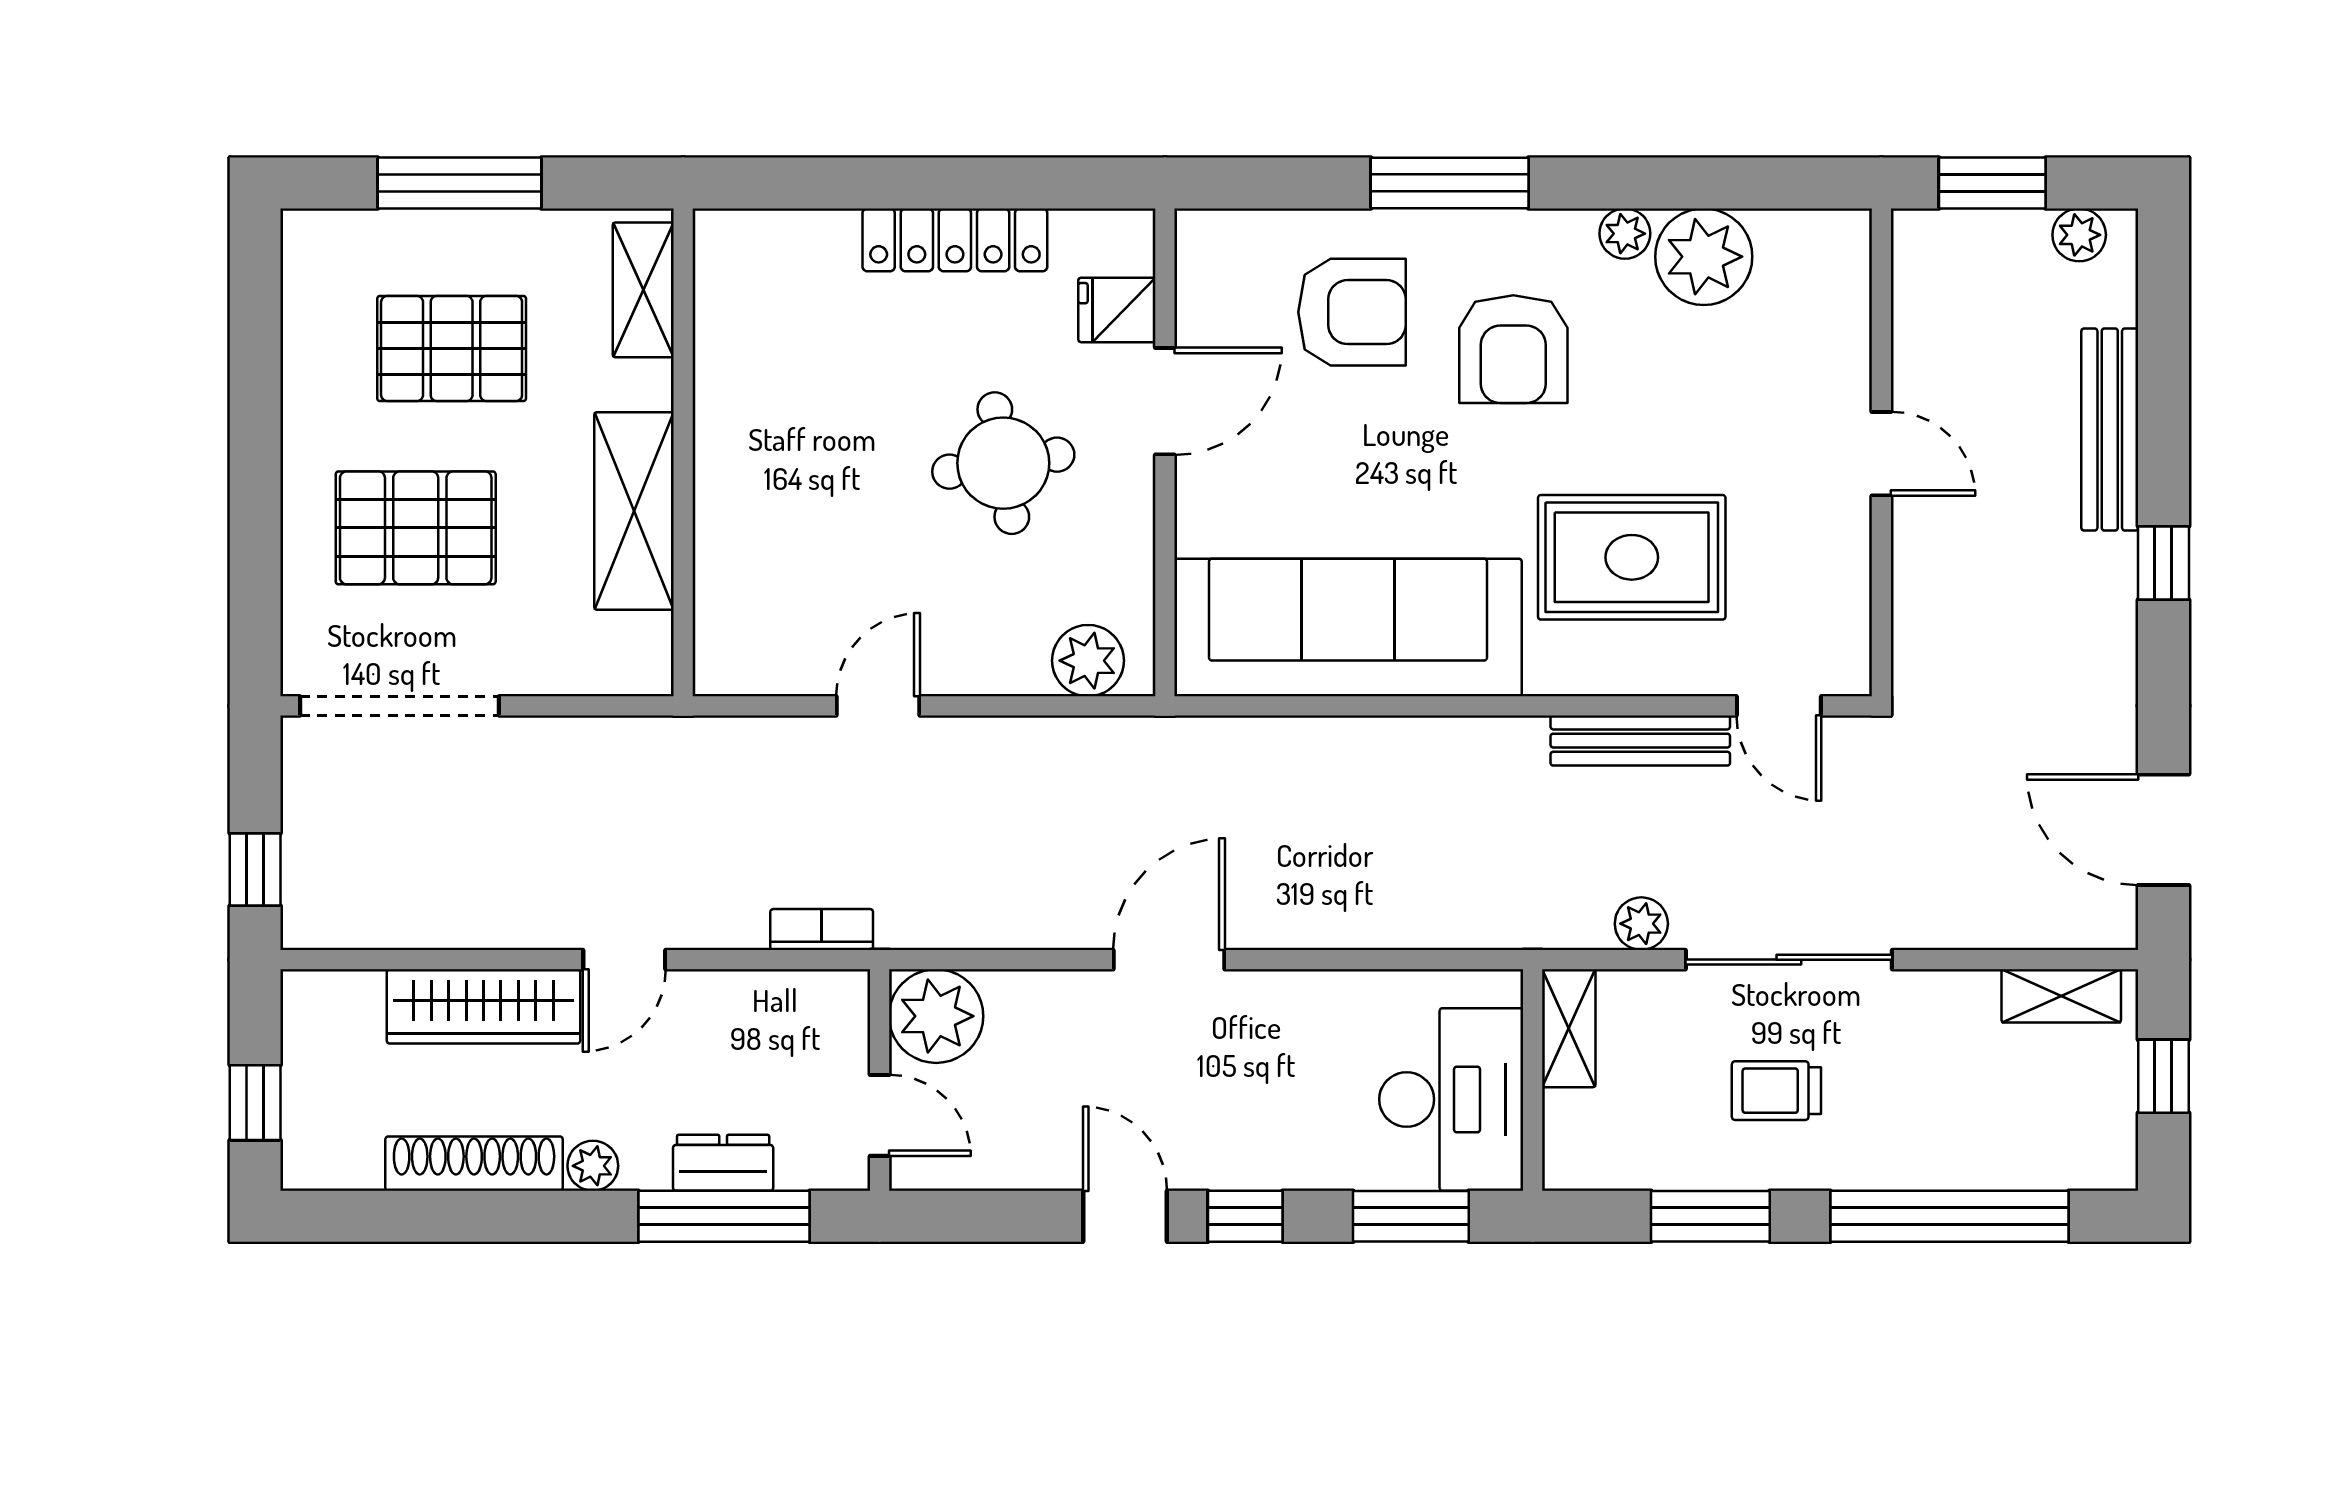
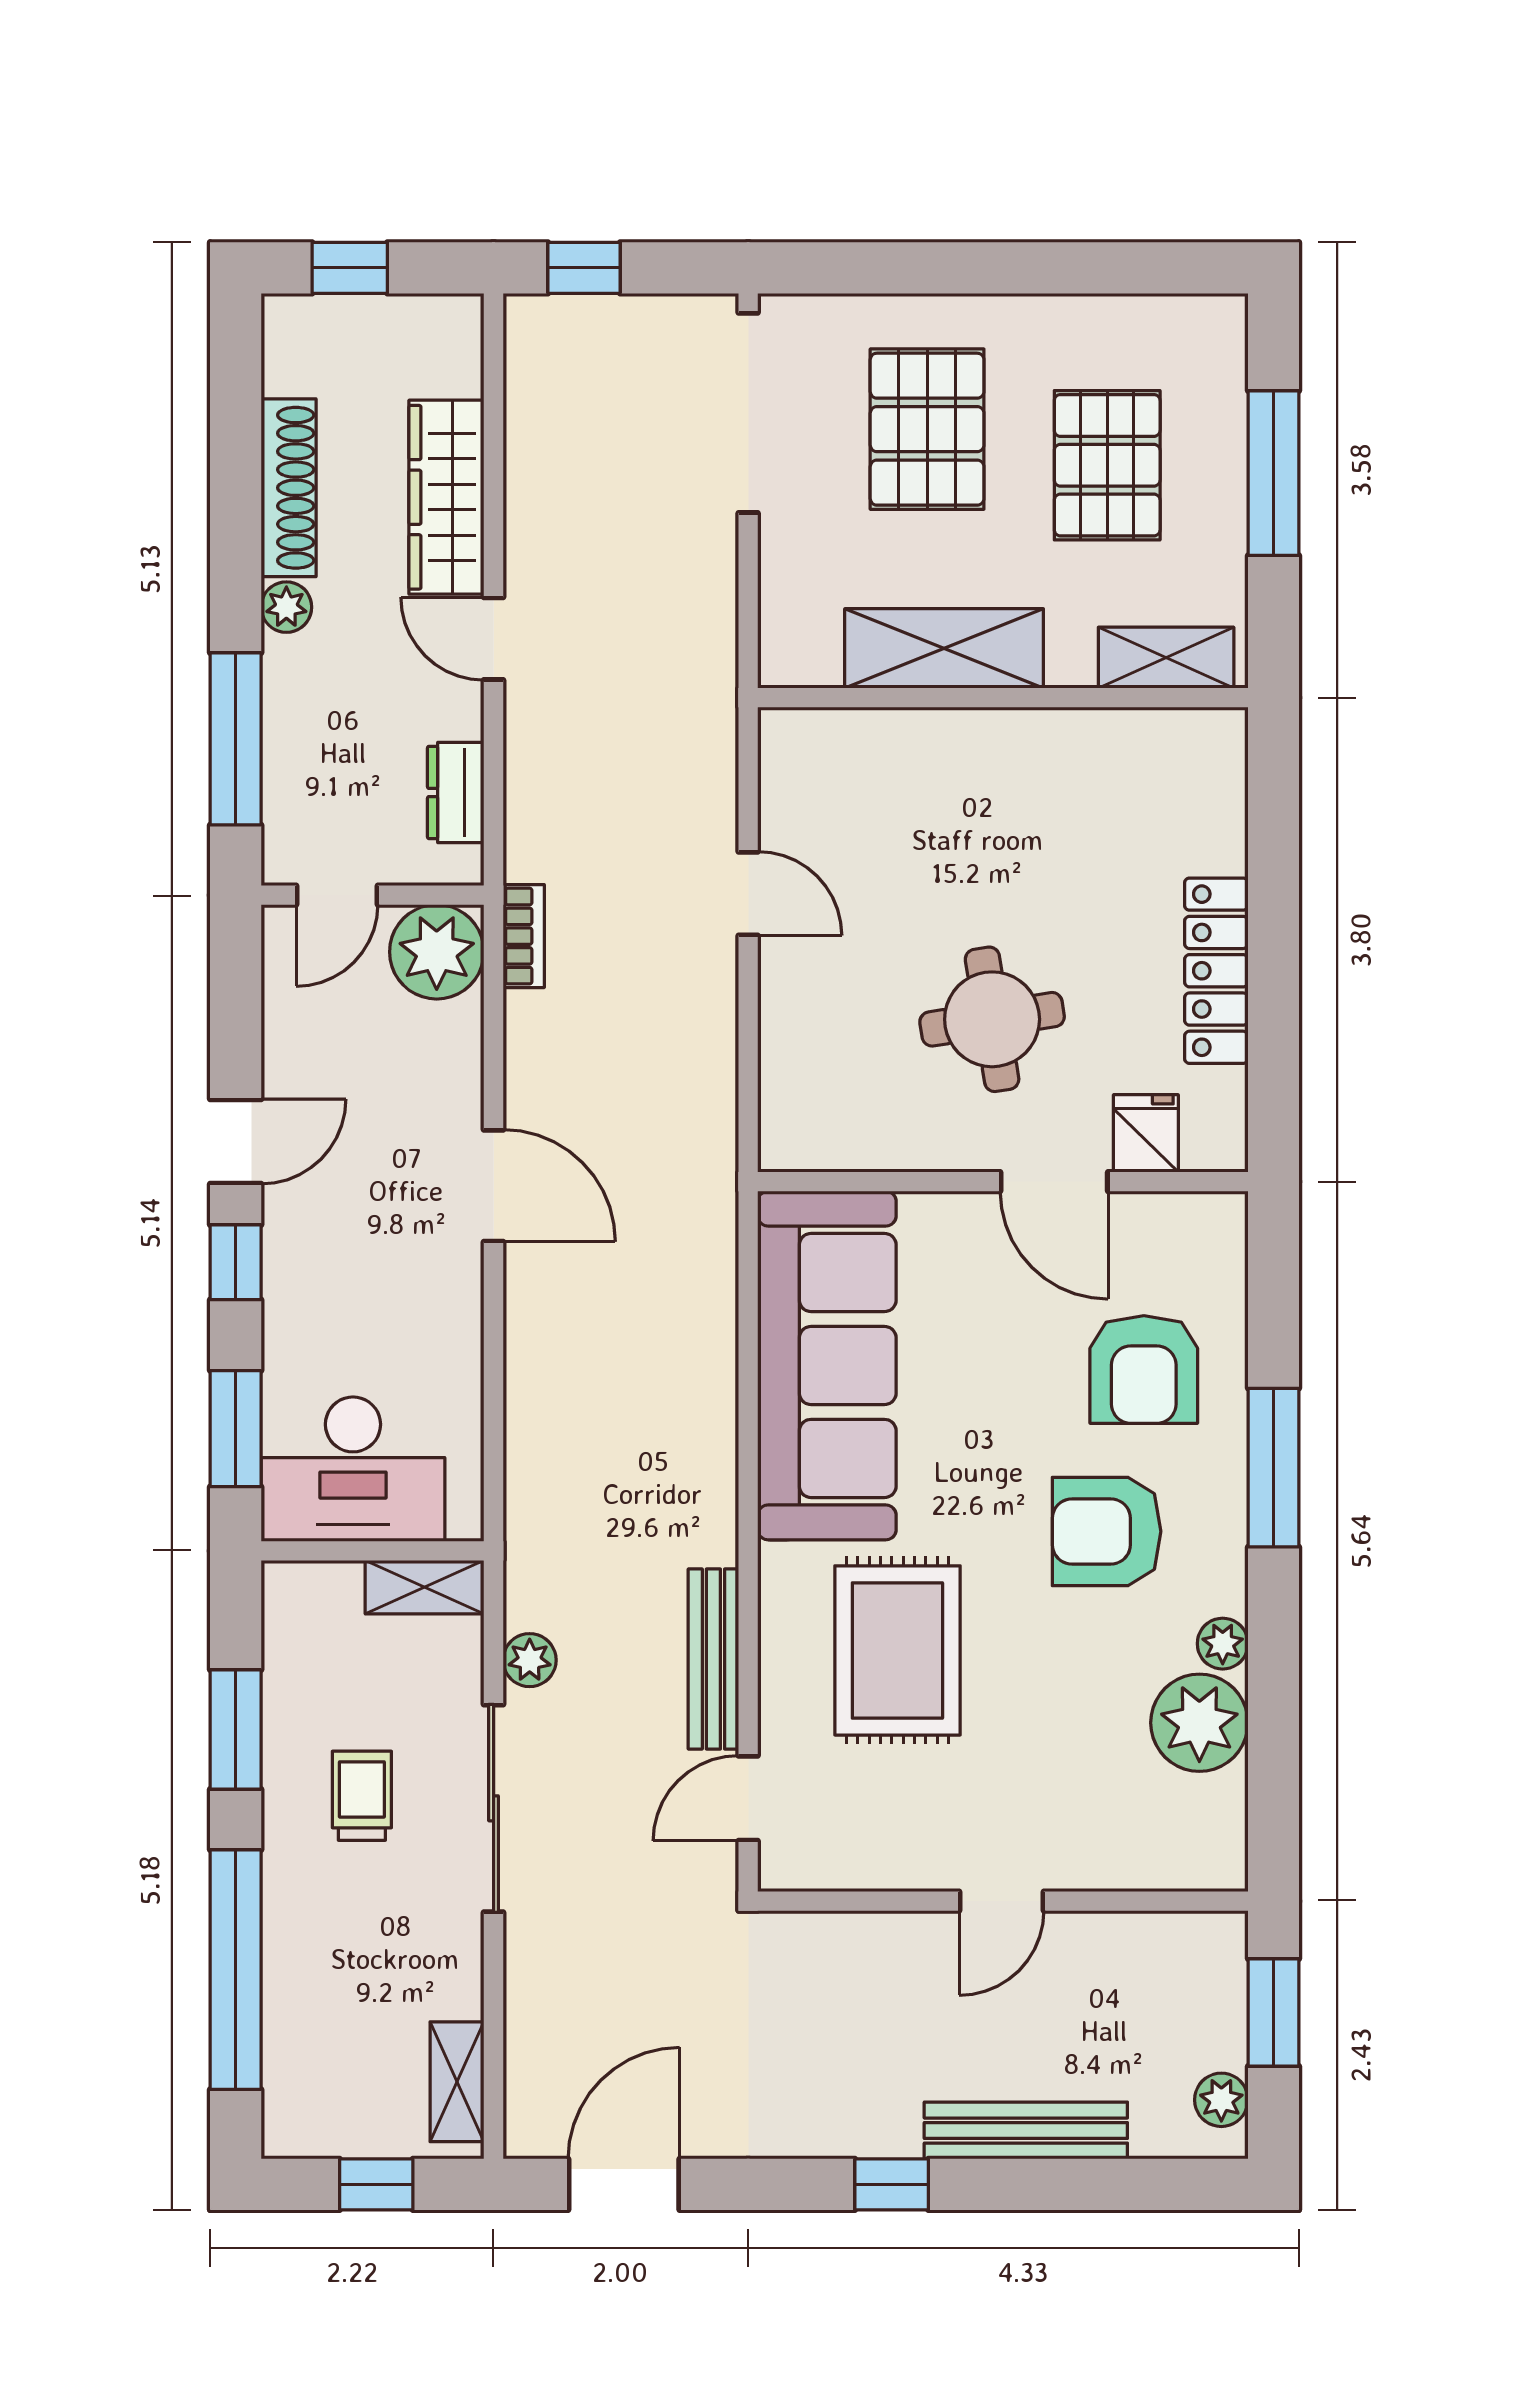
plant: (1088, 661) -> (794, 1104), removed
bookcase: (822, 930) -> (524, 936), moved
dresser: (723, 1163) -> (456, 792), moved, turned 180

